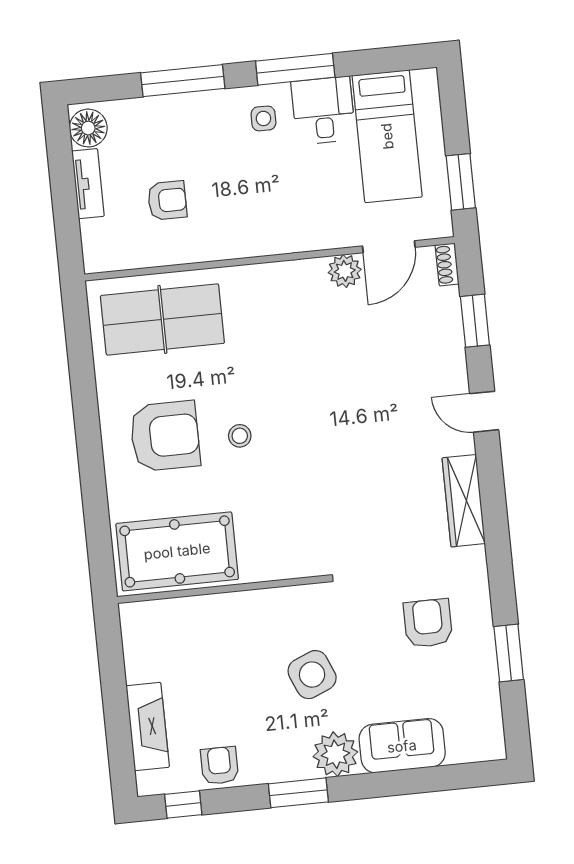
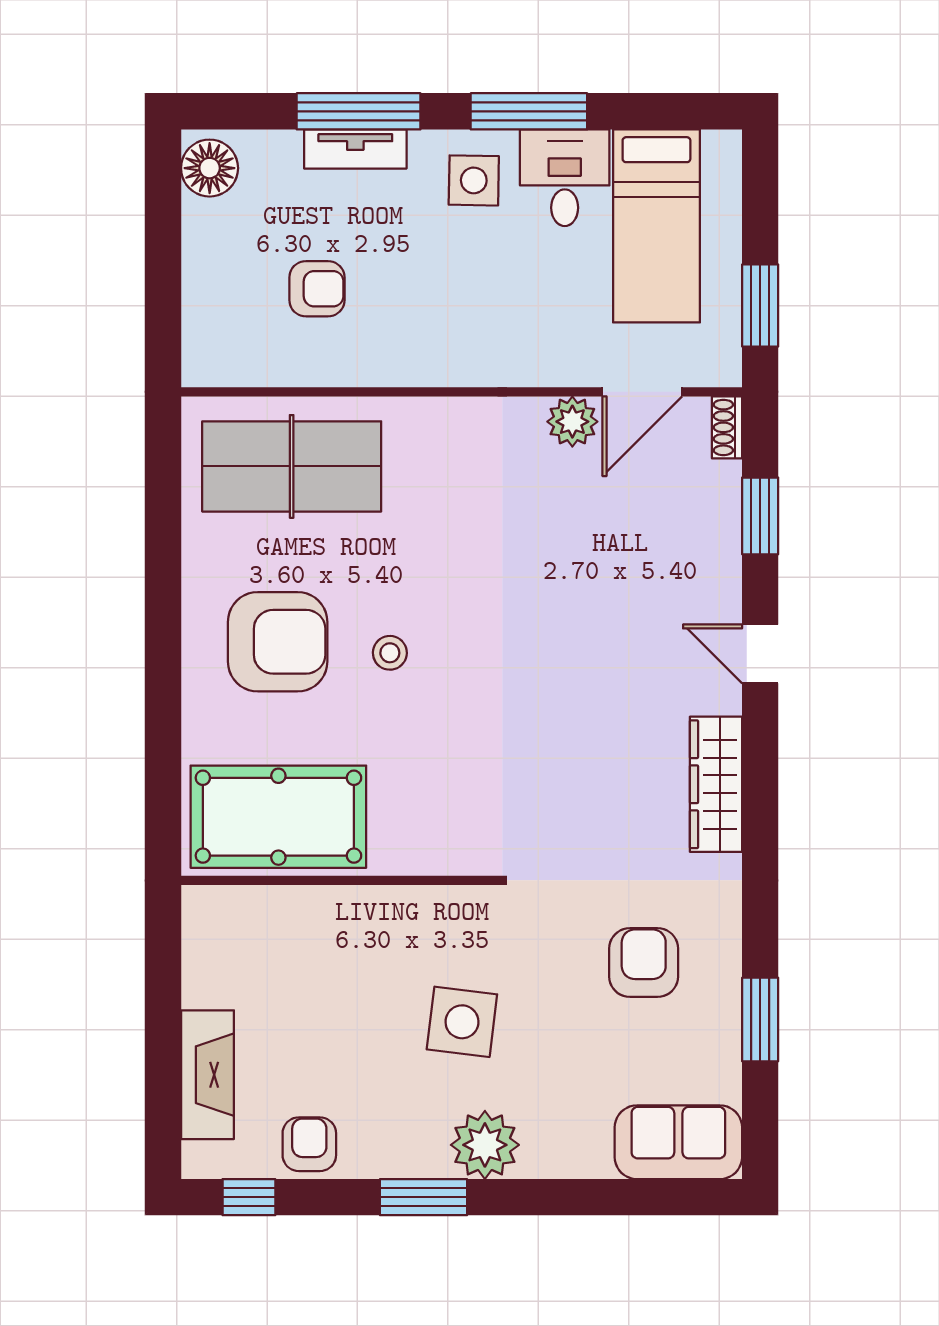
side table: (263, 118) -> (474, 180), width x1.37, depth x1.37
tv unit: (88, 184) -> (355, 149), moved, turned 90
side table: (312, 675) -> (462, 1022), turned 30
sofa: (402, 746) -> (678, 1142), moved

